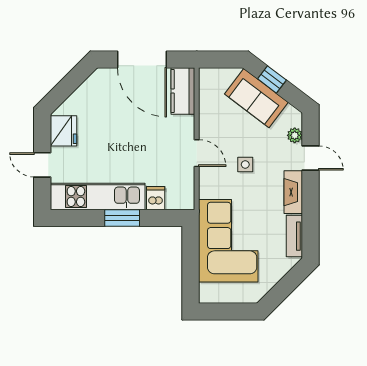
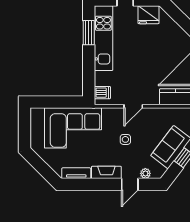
dishwasher: (156, 198) -> (102, 93), moved
window: (122, 218) -> (89, 33), moved

